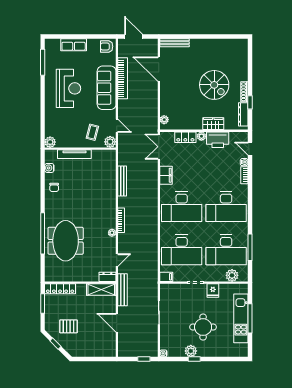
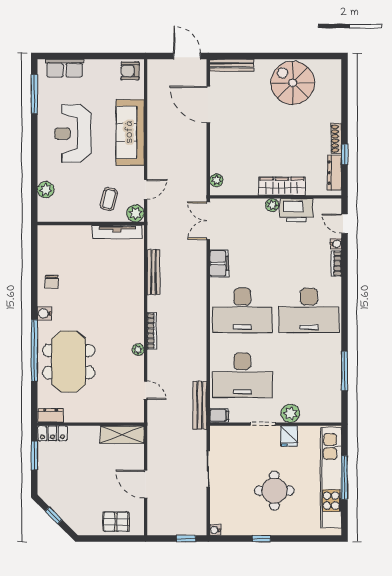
door: (134, 37) -> (187, 56), moved
row of seats: (74, 45) -> (65, 68), moved
bookcase: (123, 78) -> (154, 118), removed
spiral stairs: (214, 85) -> (293, 83), moved, turned 180
reception desk: (68, 88) -> (73, 134), turned 180
wardrobe: (213, 124) -> (282, 186), width x1.50
door: (117, 126) -> (146, 189), hinge flipped
locker: (185, 137) -> (248, 206), removed
plant: (50, 142) -> (46, 190), moved
tv unit: (74, 154) -> (117, 232), moved
water cooler: (49, 168) -> (44, 313), moved
desk: (226, 250) -> (309, 375), removed
door: (117, 260) -> (146, 390), hinge flipped
plant: (232, 275) -> (290, 413), moved
dresser: (107, 277) -> (51, 415), moved
locker: (60, 289) -> (52, 433), width x0.66
bench: (123, 290) -> (200, 405), moved
kitchen unit: (241, 318) -> (331, 478), width x1.36
pallet: (68, 326) -> (116, 522), moved
plant: (191, 351) -> (256, 526), removed

